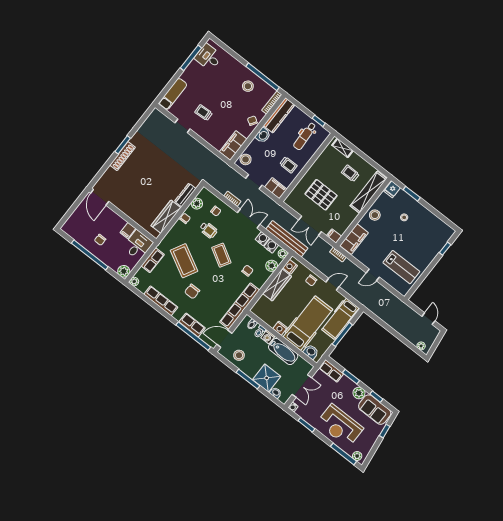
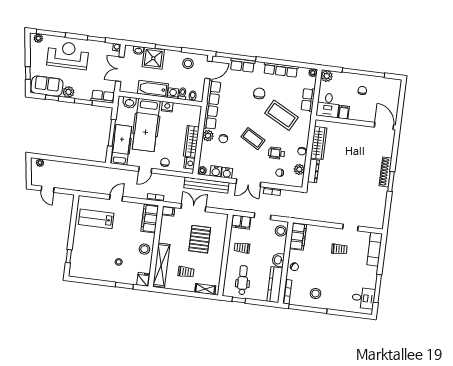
pallet: (321, 195) -> (200, 239), turned 90
plant: (272, 266) -> (208, 136), moved

